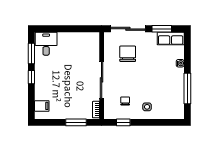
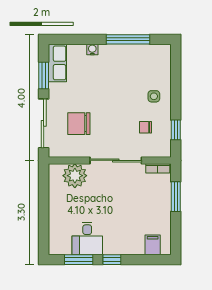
desk: (46, 44) -> (87, 238), moved, turned -90
plant: (91, 51) -> (75, 176), added

